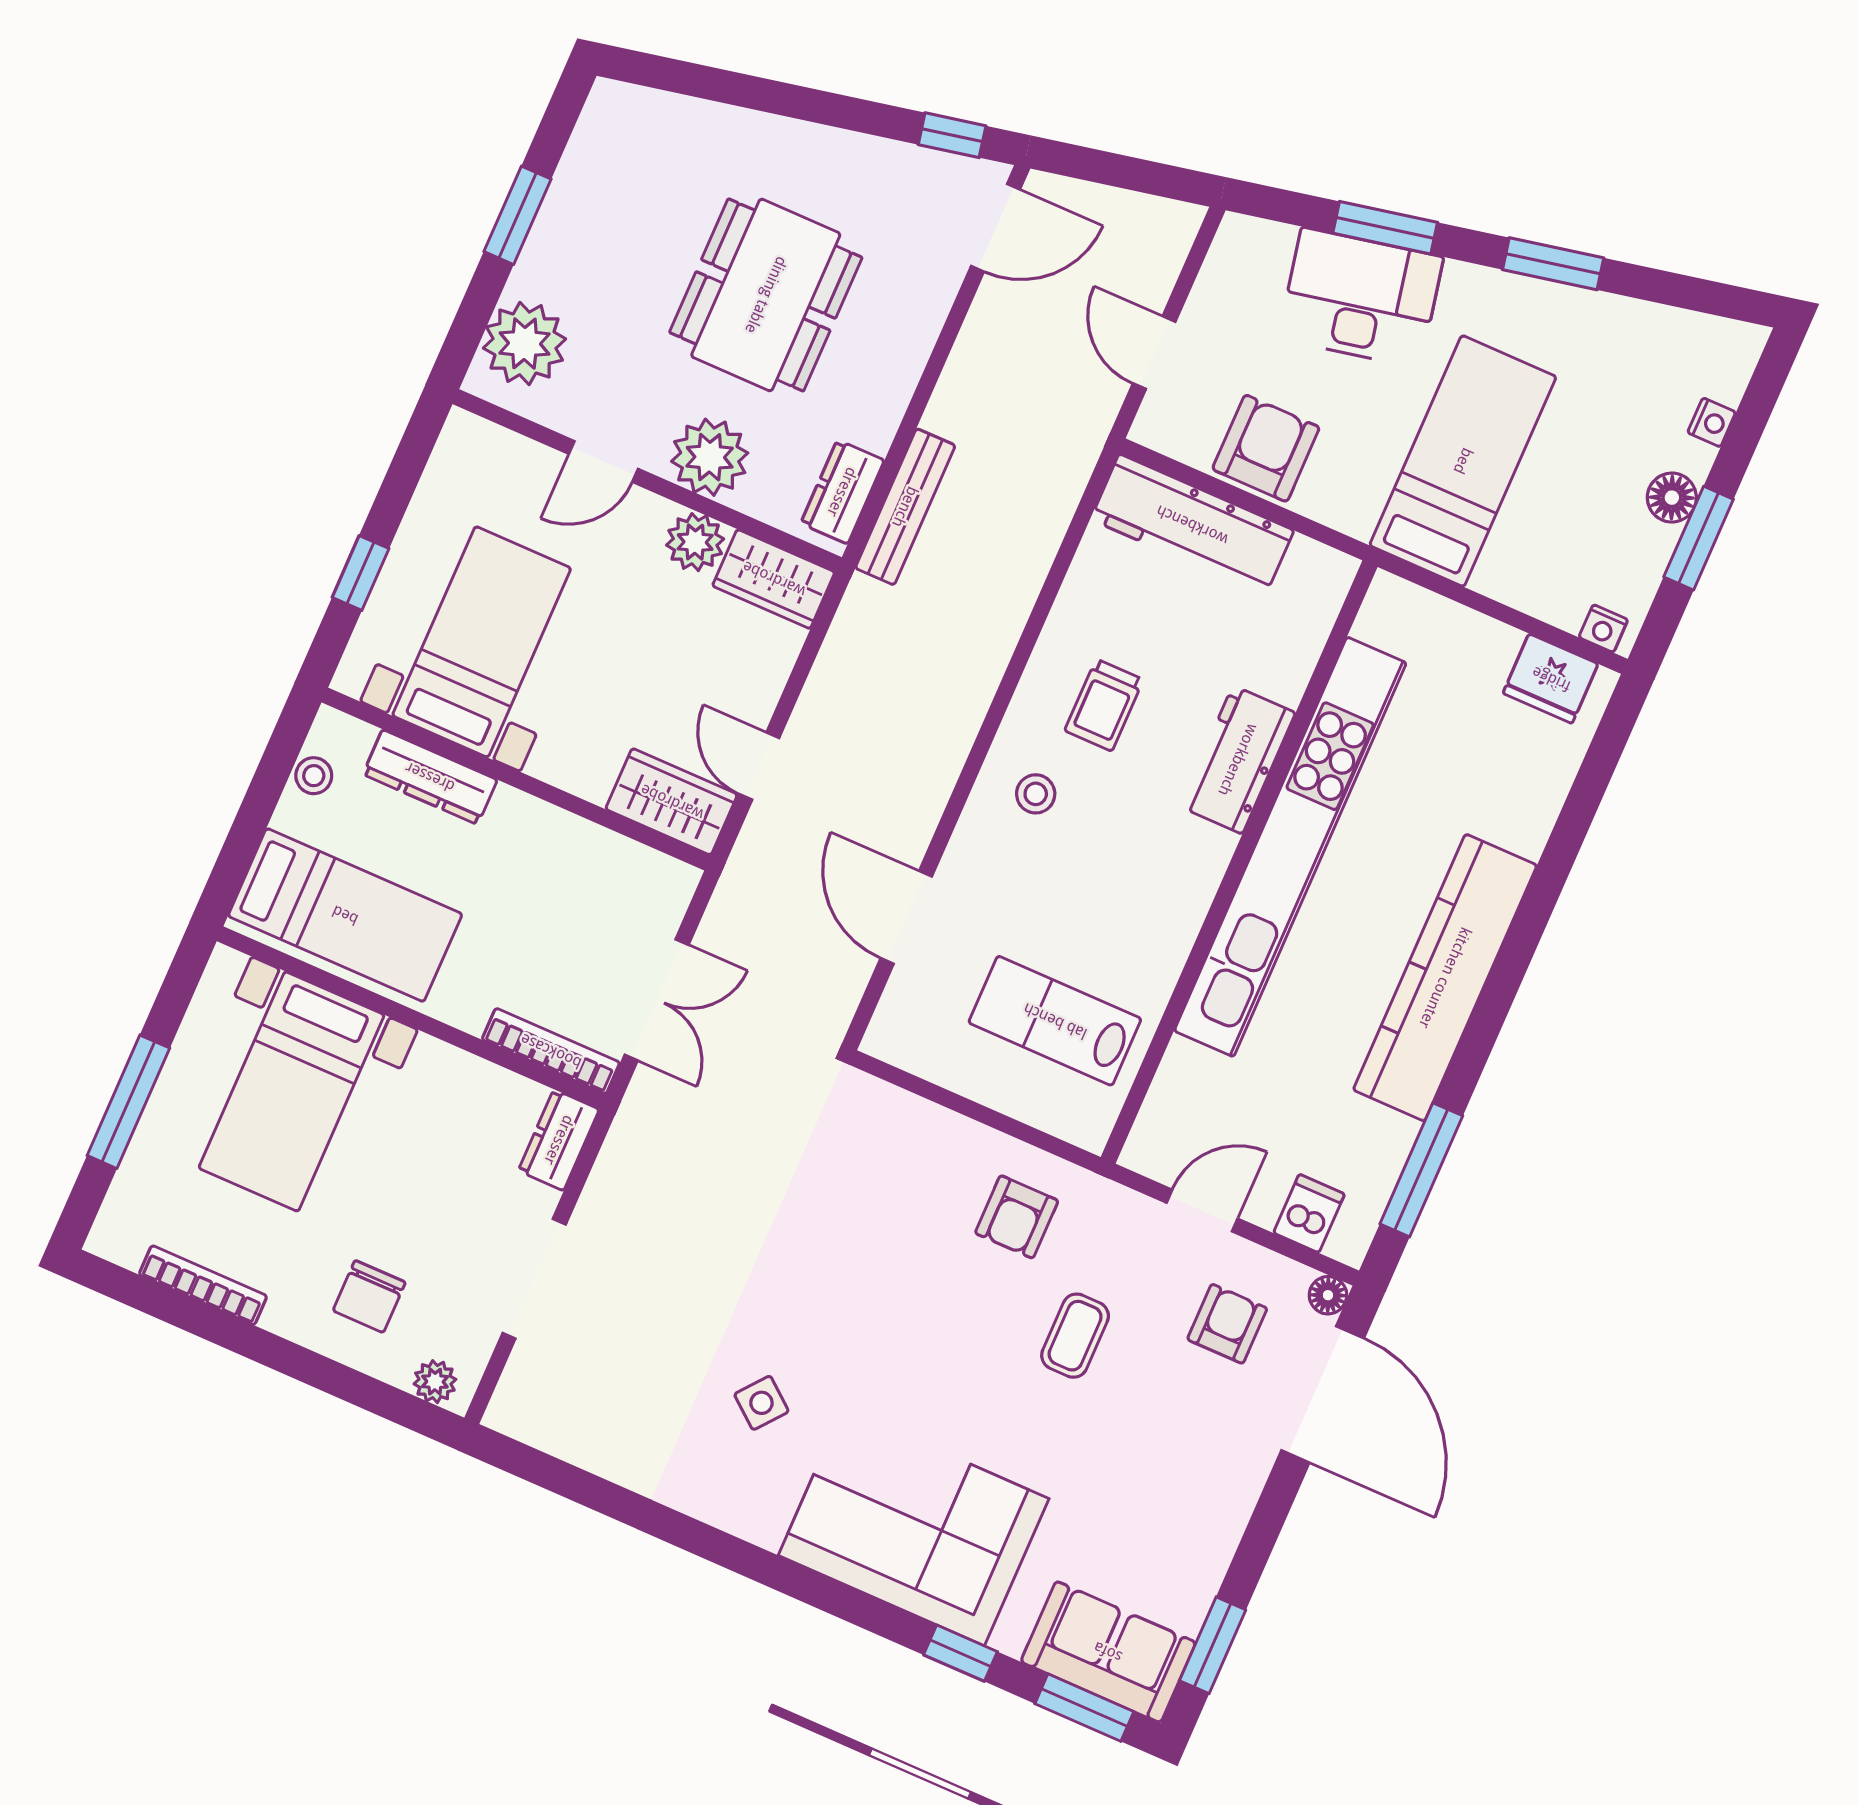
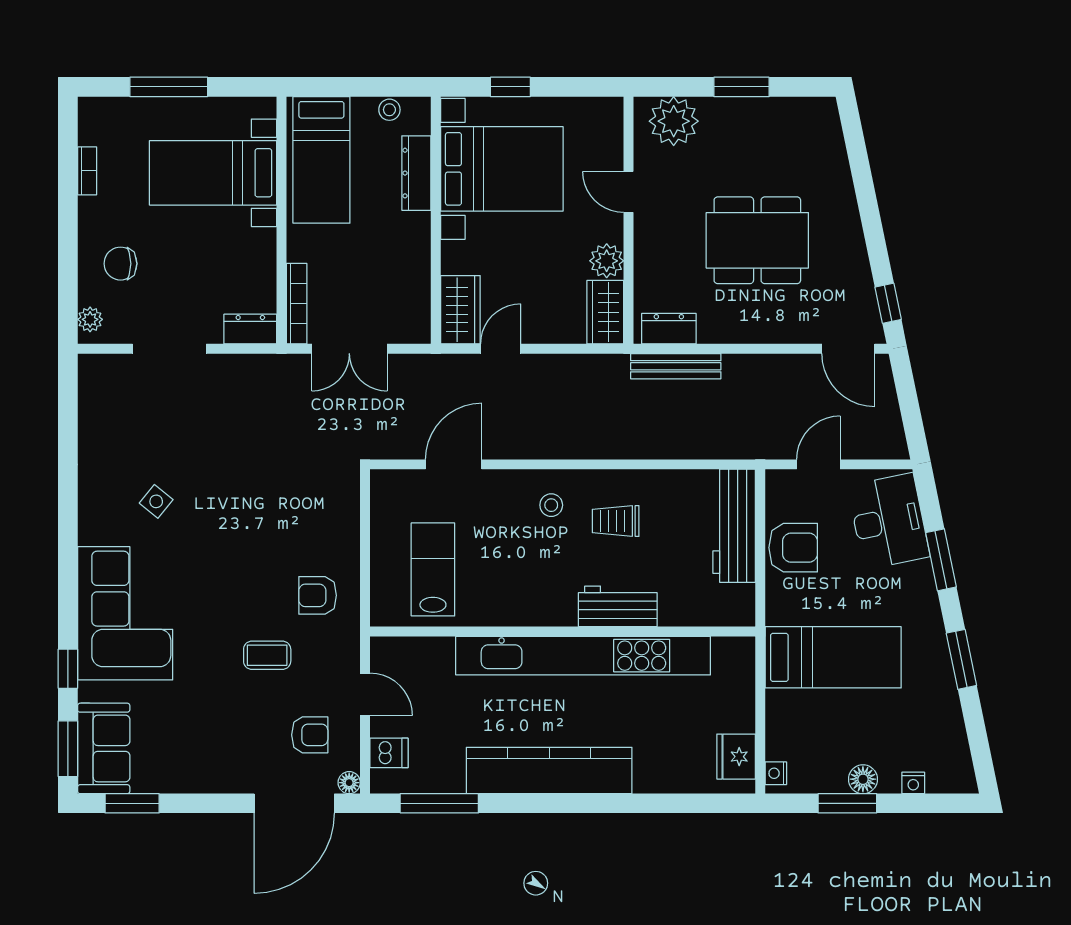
desk: (1361, 298) -> (889, 521), moved
plant: (710, 457) -> (656, 248), removed
bed with nightstands: (482, 642) -> (502, 169), width x1.36
bookcase: (203, 1285) -> (87, 171), width x0.64

